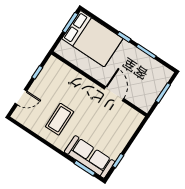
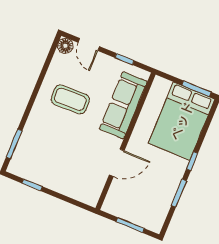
floor lamp: (18, 115) -> (65, 46), added
sofa: (90, 157) -> (123, 105), moved, turned 180

